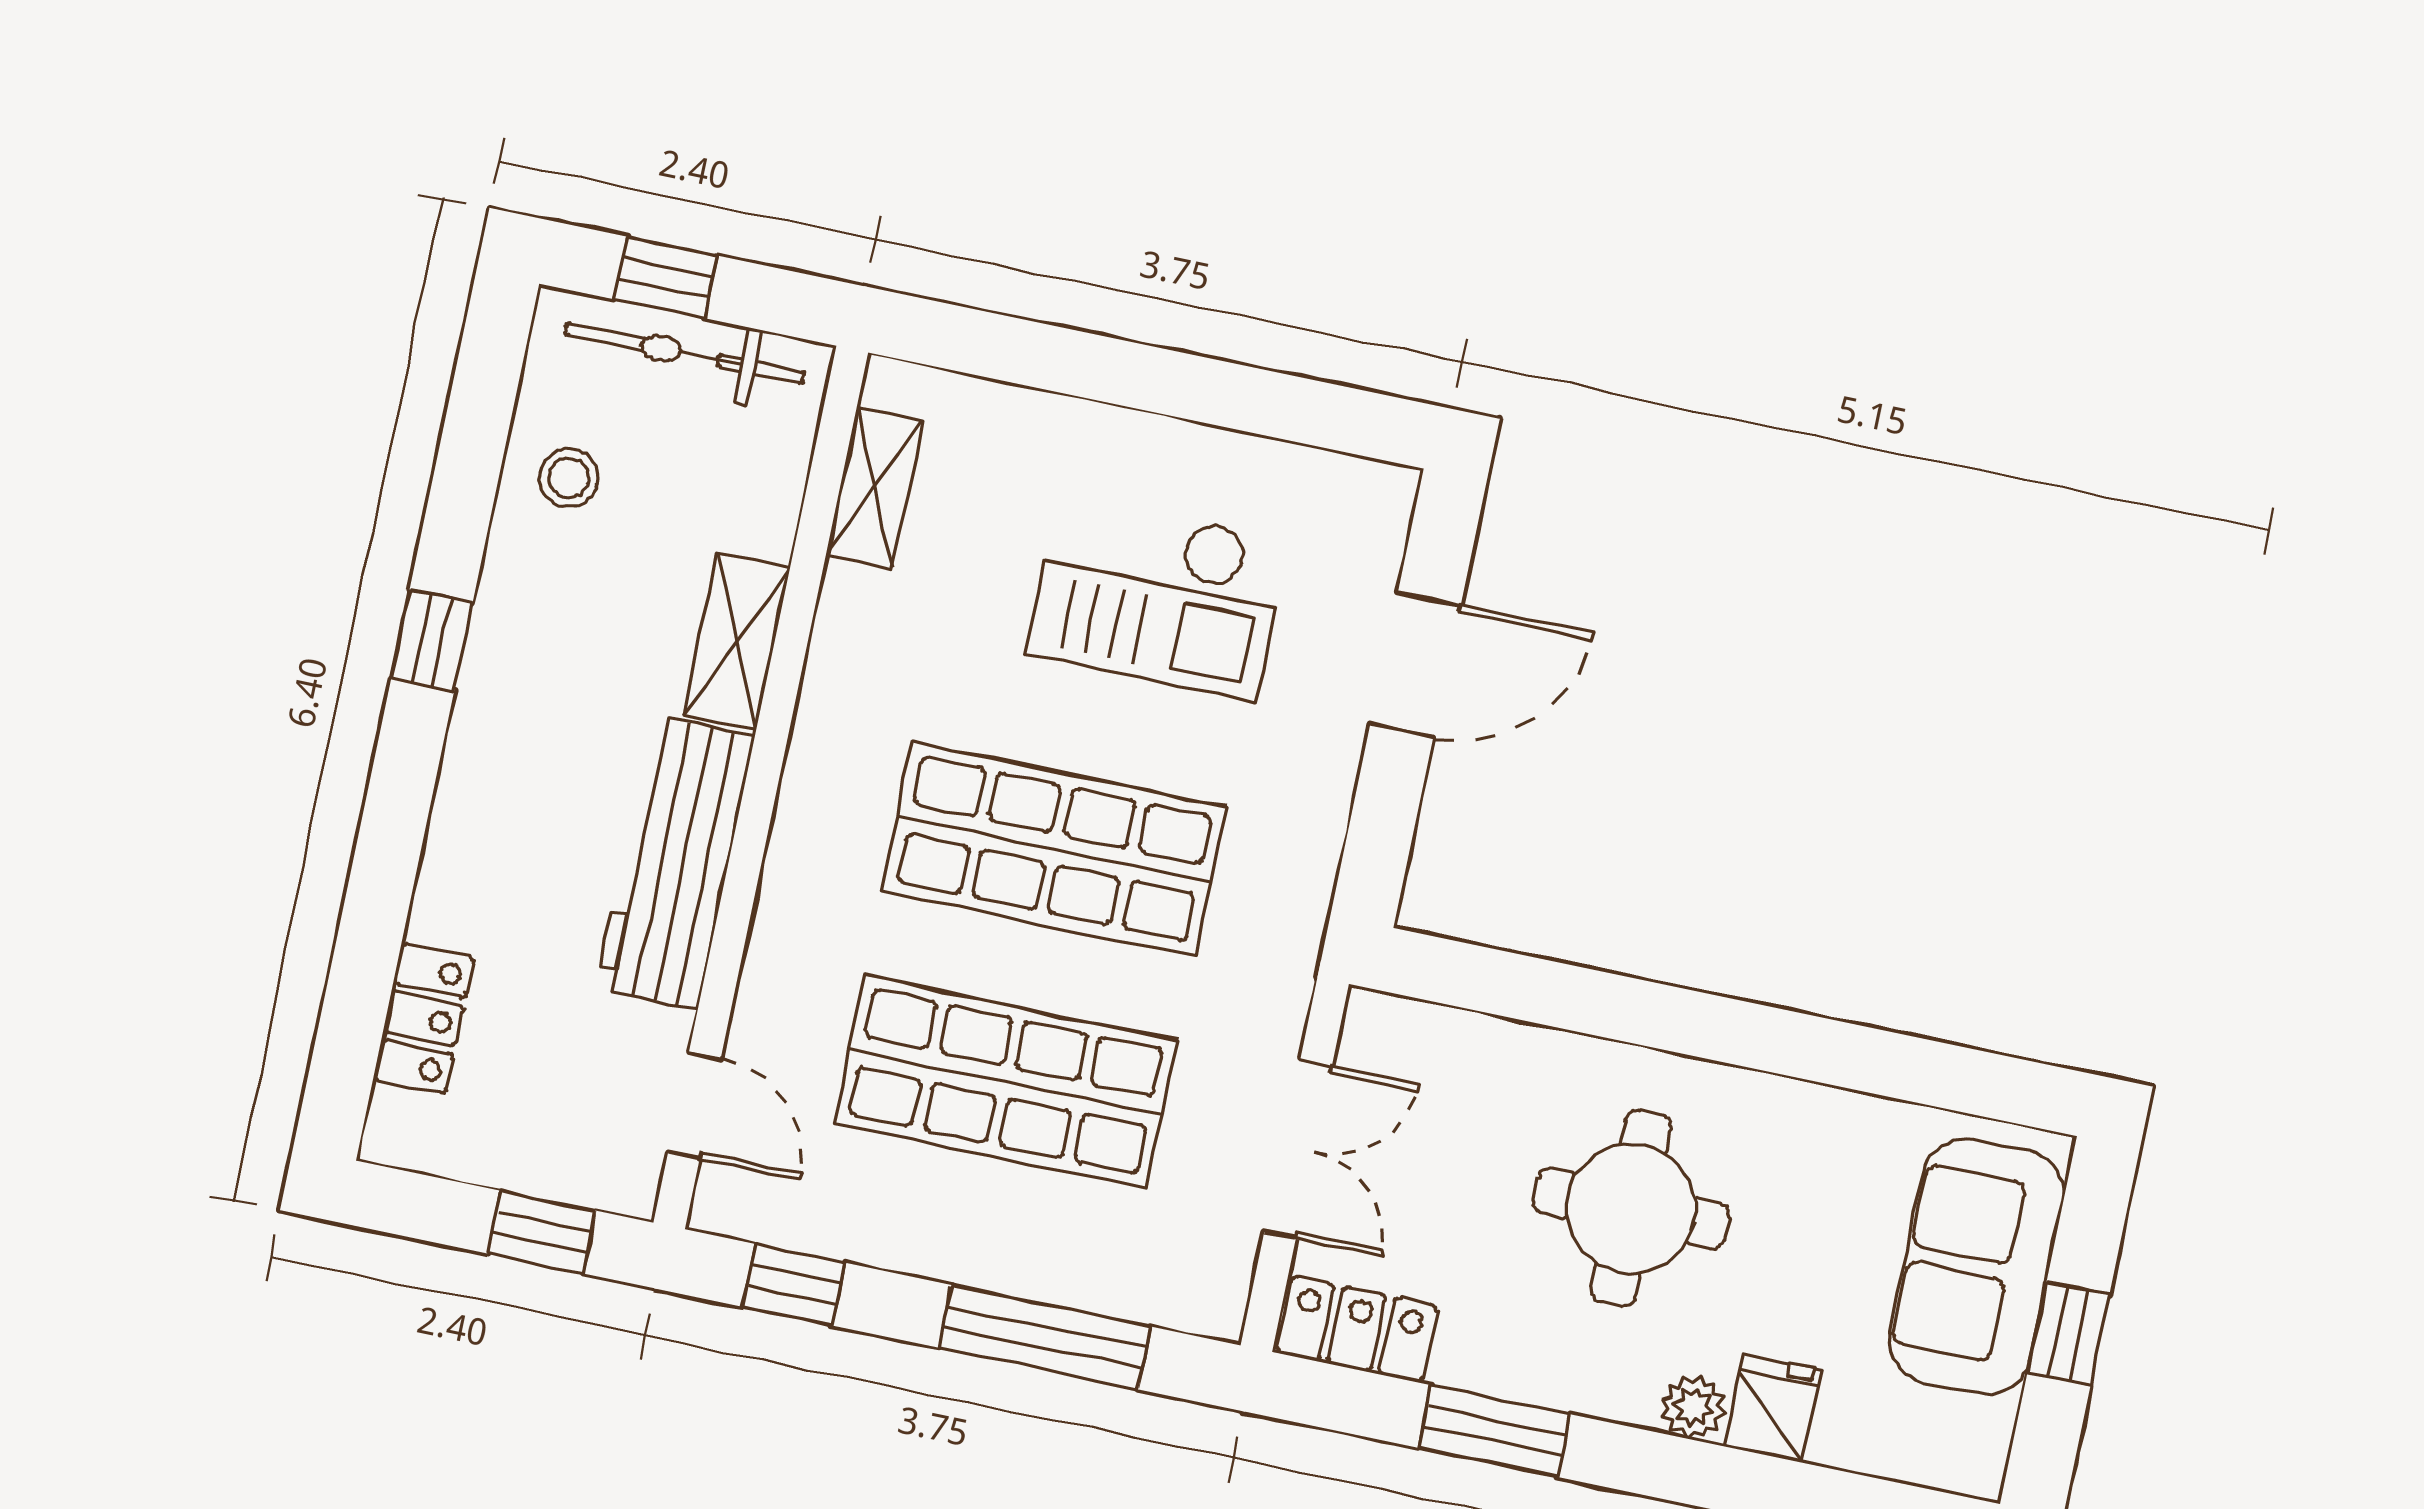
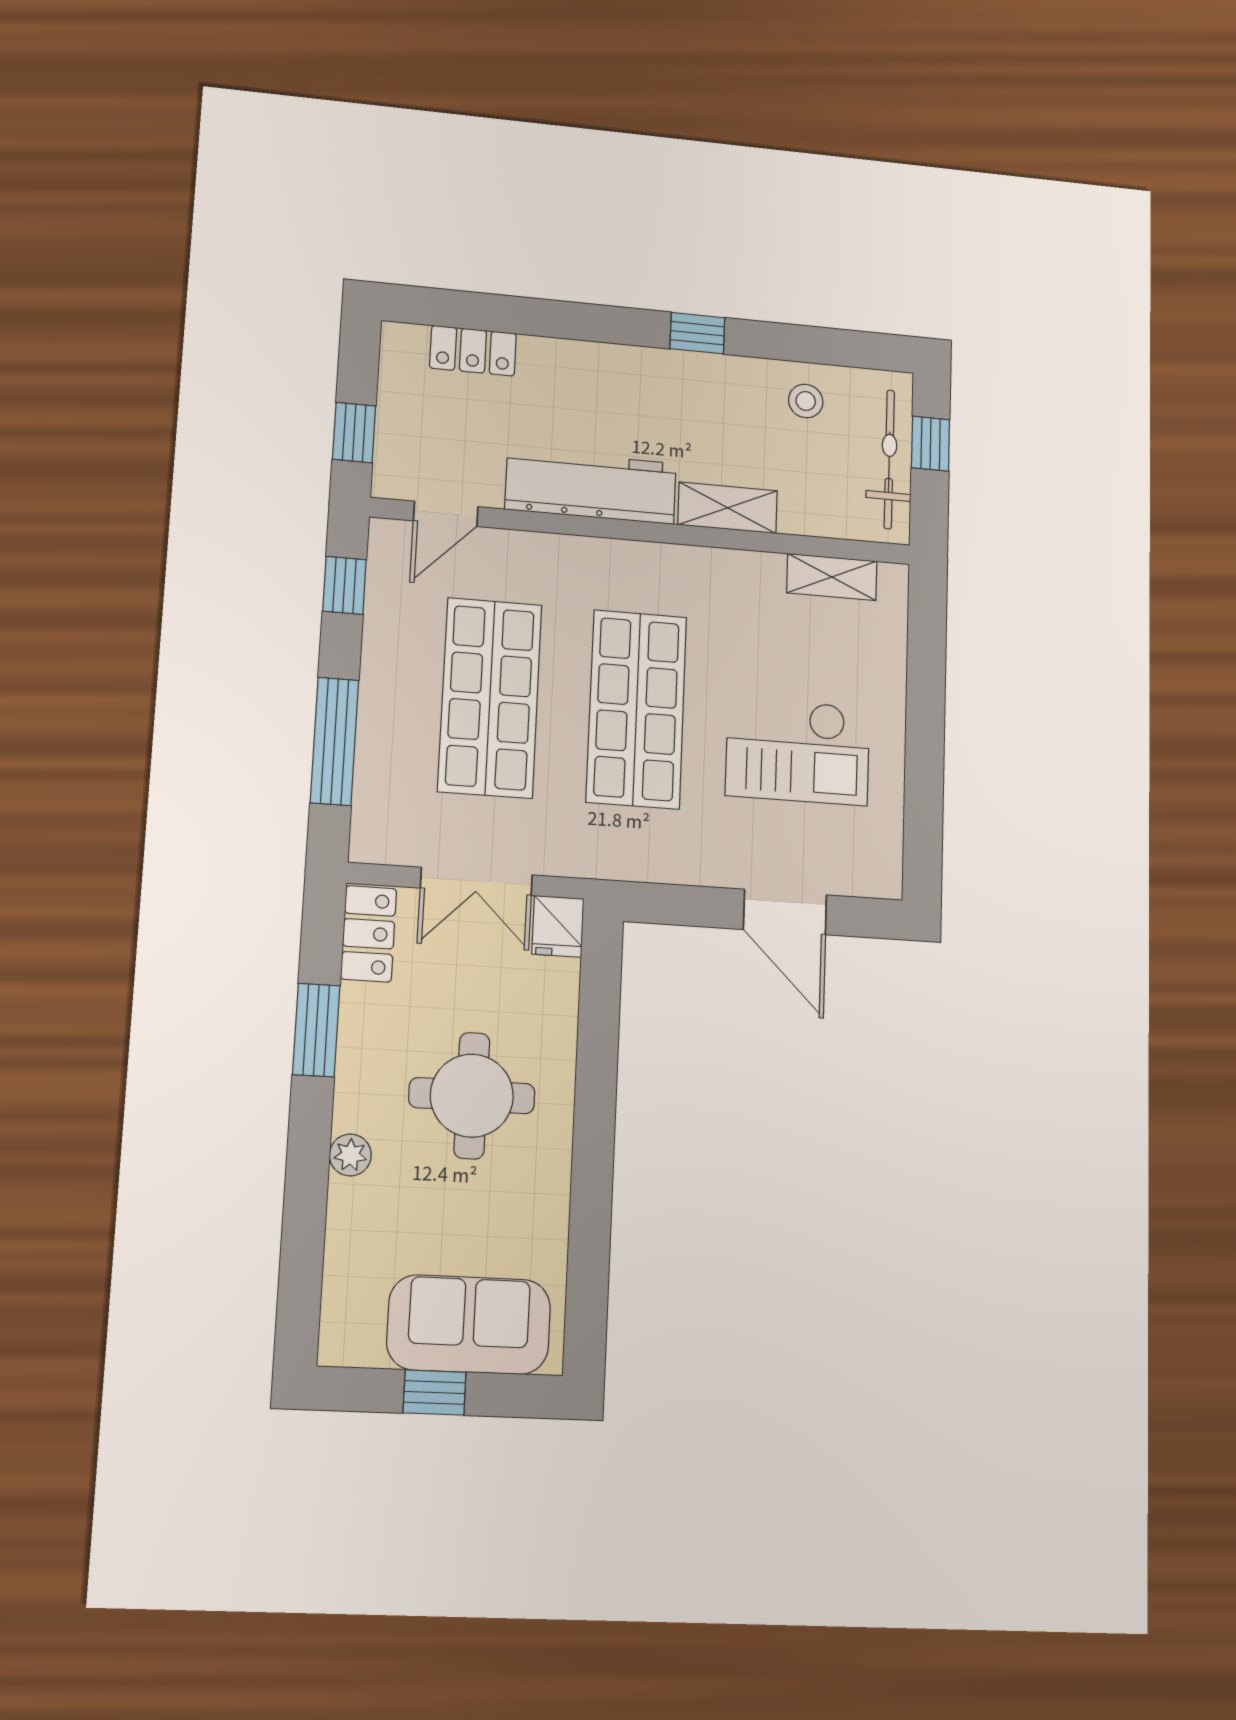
checkout: (1157, 597) -> (798, 751), turned -90
fridge: (1772, 1408) -> (558, 926), moved, turned 90

